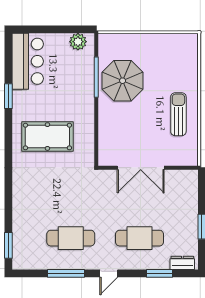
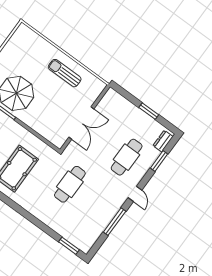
cafe table: (71, 238) -> (70, 184), moved

